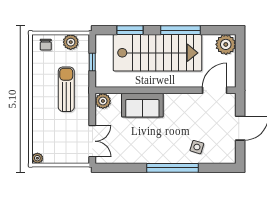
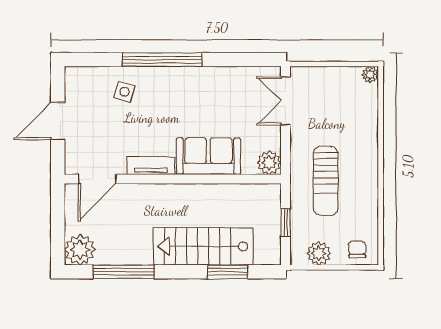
window: (181, 30) -> (124, 272), moved
stairs: (158, 53) -> (203, 246), width x0.73, depth x0.66
tv unit: (180, 99) -> (151, 166), added

